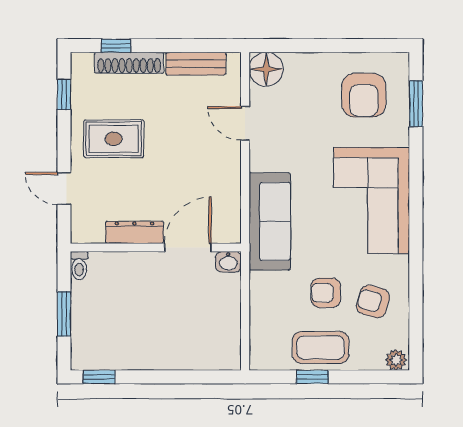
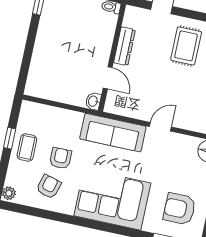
door: (245, 123) -> (160, 127), moved
door: (188, 247) -> (108, 78), width x0.73
coffee table: (321, 348) -> (27, 147), width x0.73, depth x0.77

